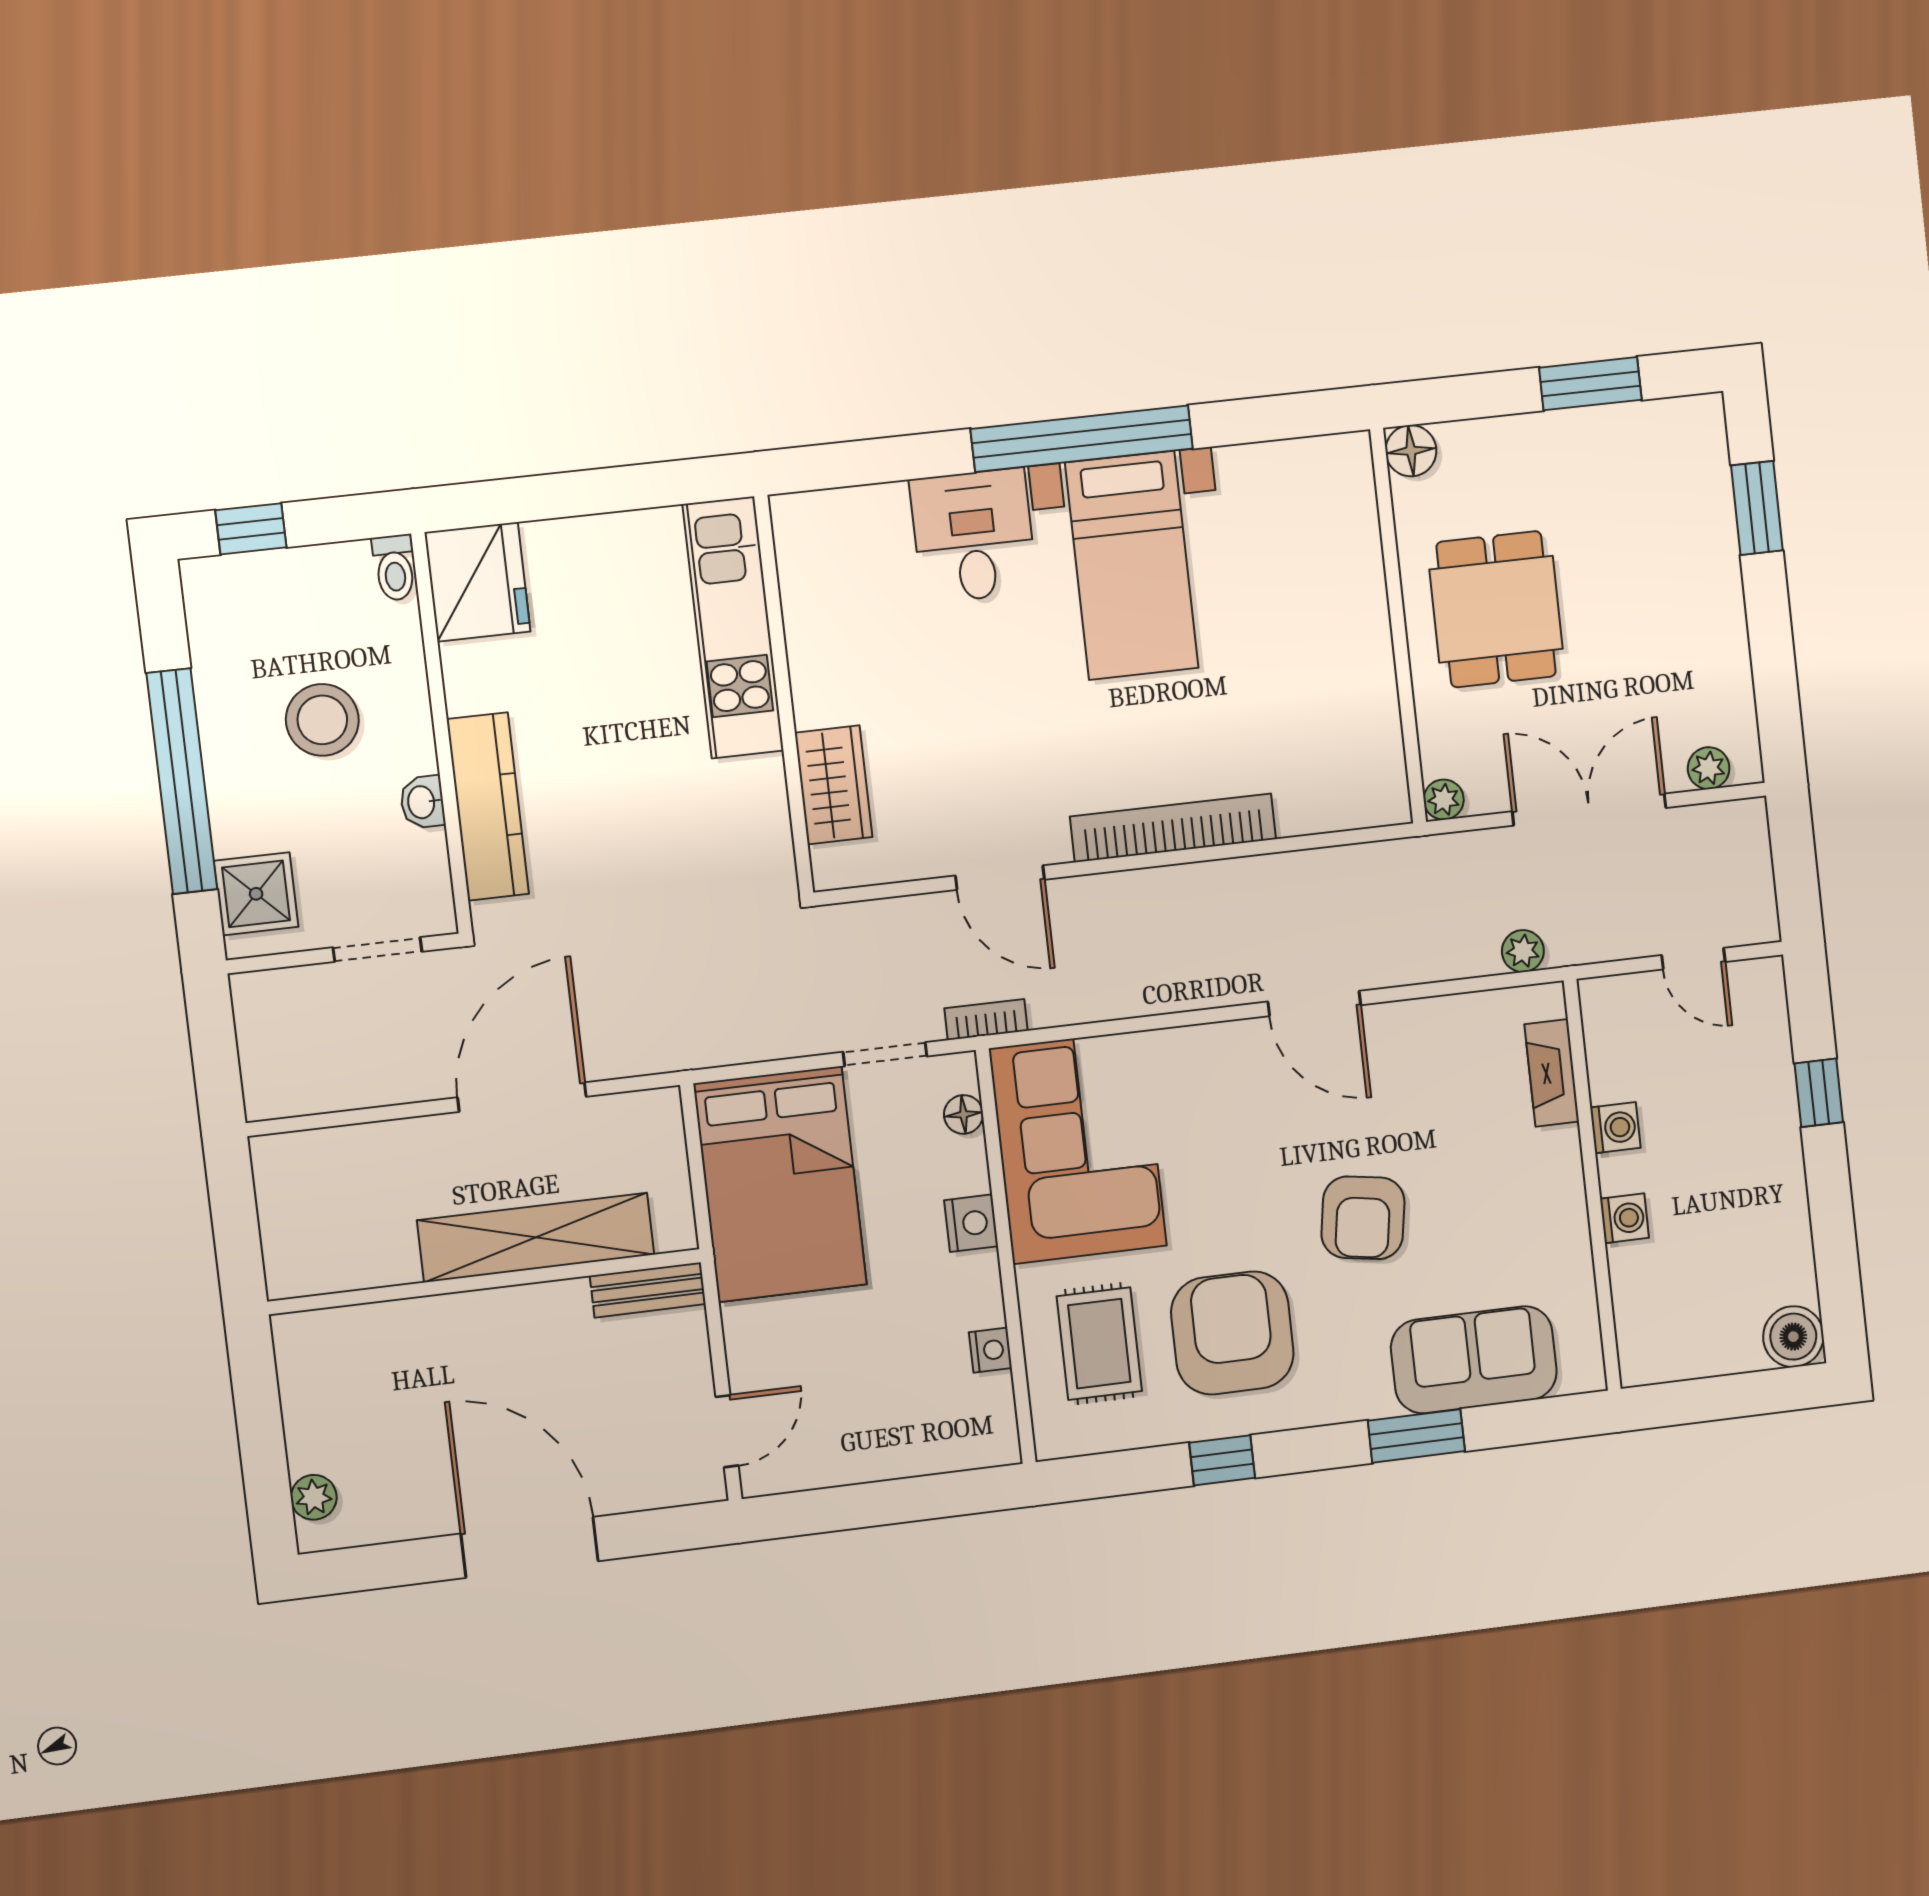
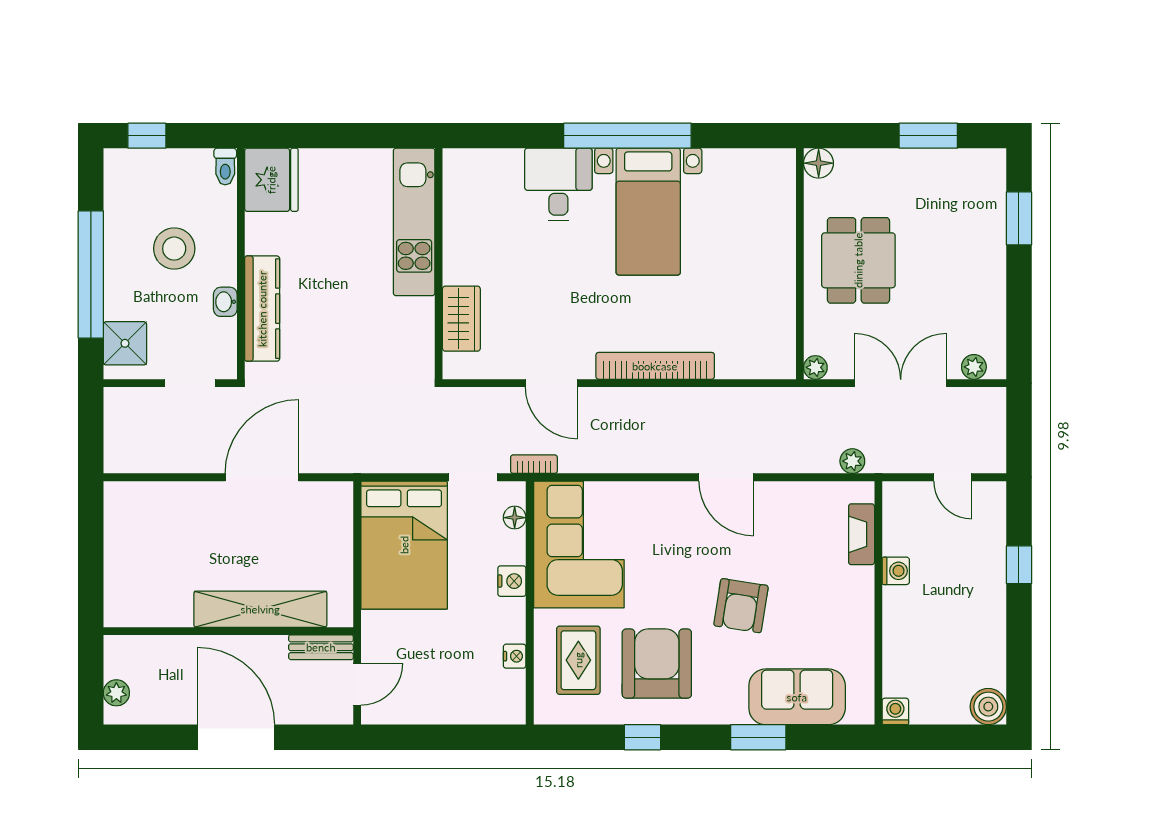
washing machine: (1624, 1218) -> (895, 711), moved, turned -90
shelving: (536, 1238) -> (260, 609), moved
wall: (485, 1282) -> (228, 631), moved
bench: (648, 1290) -> (321, 647), moved

